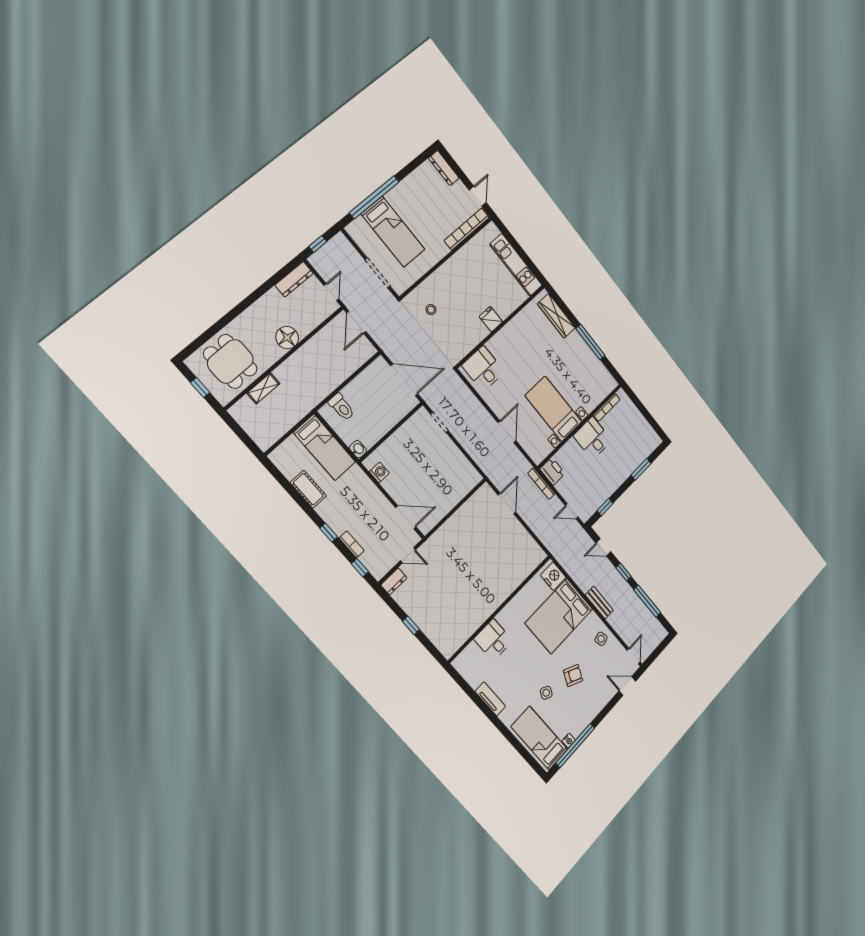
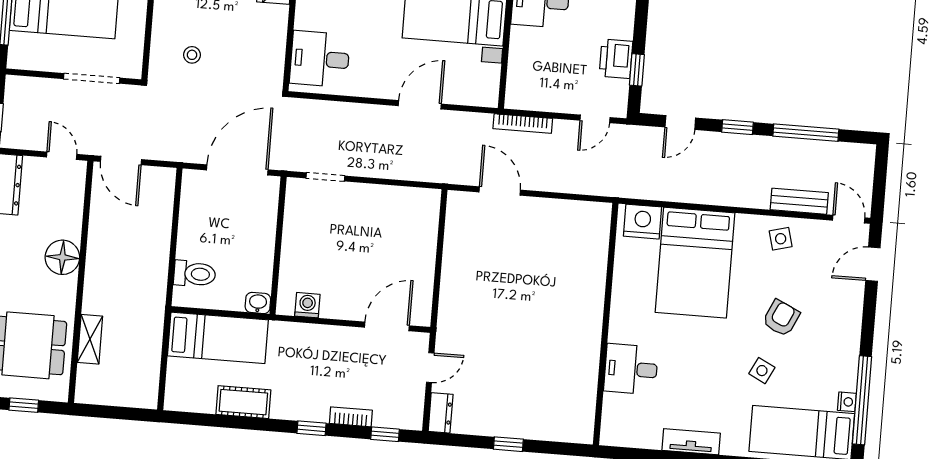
door: (507, 432) -> (420, 105), hinge flipped
printer: (552, 471) -> (616, 59), moved, turned -90
bench: (599, 603) -> (799, 201), moved

